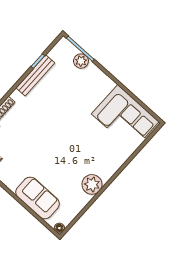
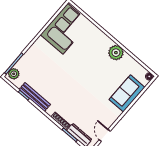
plant: (81, 61) -> (14, 74), moved

